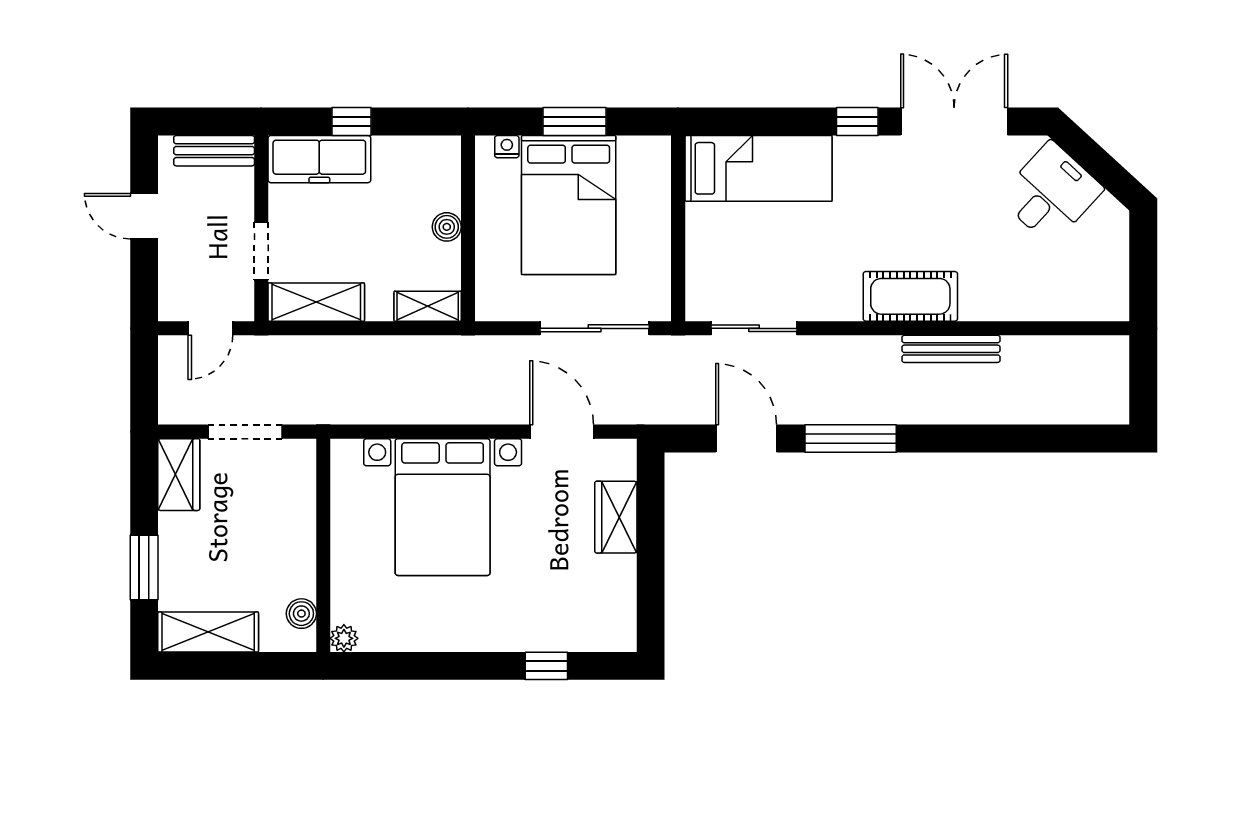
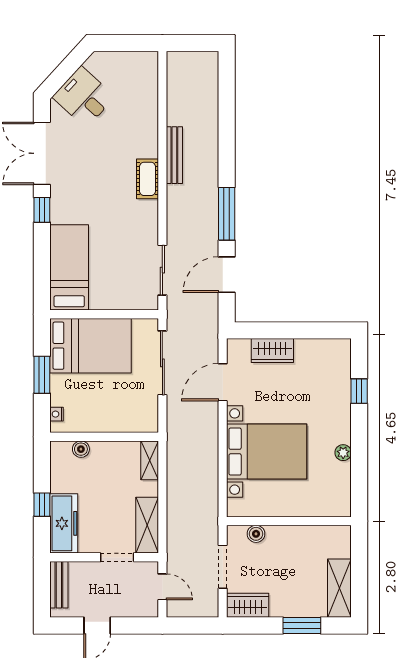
bed: (569, 205) -> (91, 346), moved
boiler: (447, 227) -> (81, 449), moved
cot: (910, 296) -> (147, 179), width x0.73, depth x0.75
boiler: (301, 614) -> (256, 534), moved
plant: (344, 638) -> (343, 453), moved

